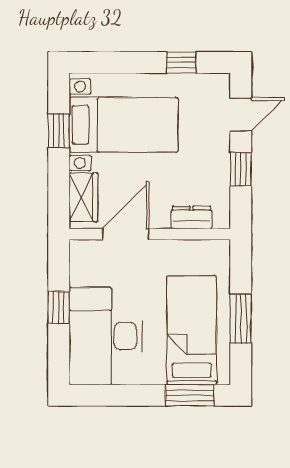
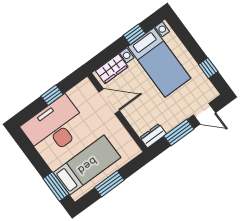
window: (241, 169) -> (179, 132), width x1.50
dresser: (191, 217) -> (153, 136), moved, turned -90

